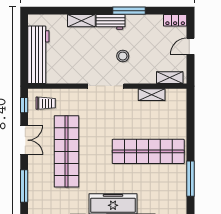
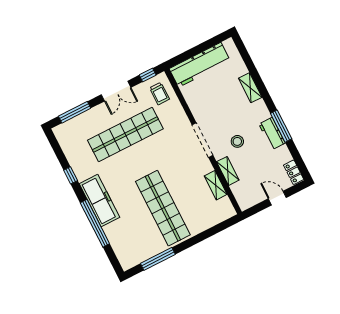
workbench: (111, 22) -> (272, 133), moved
shelving: (170, 78) -> (228, 171), moved

